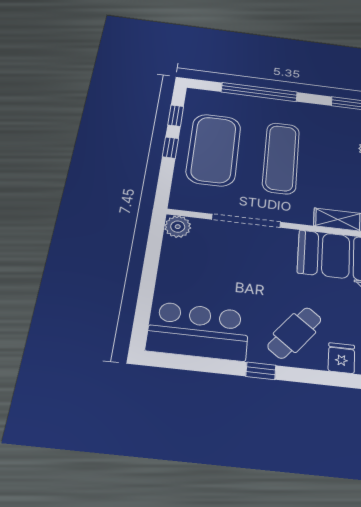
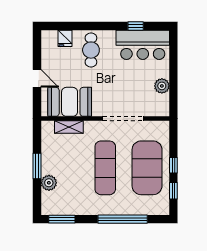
plant: (178, 227) -> (162, 86), moved
cafe table: (295, 333) -> (91, 50), turned -38
window: (261, 371) -> (136, 26), moved

